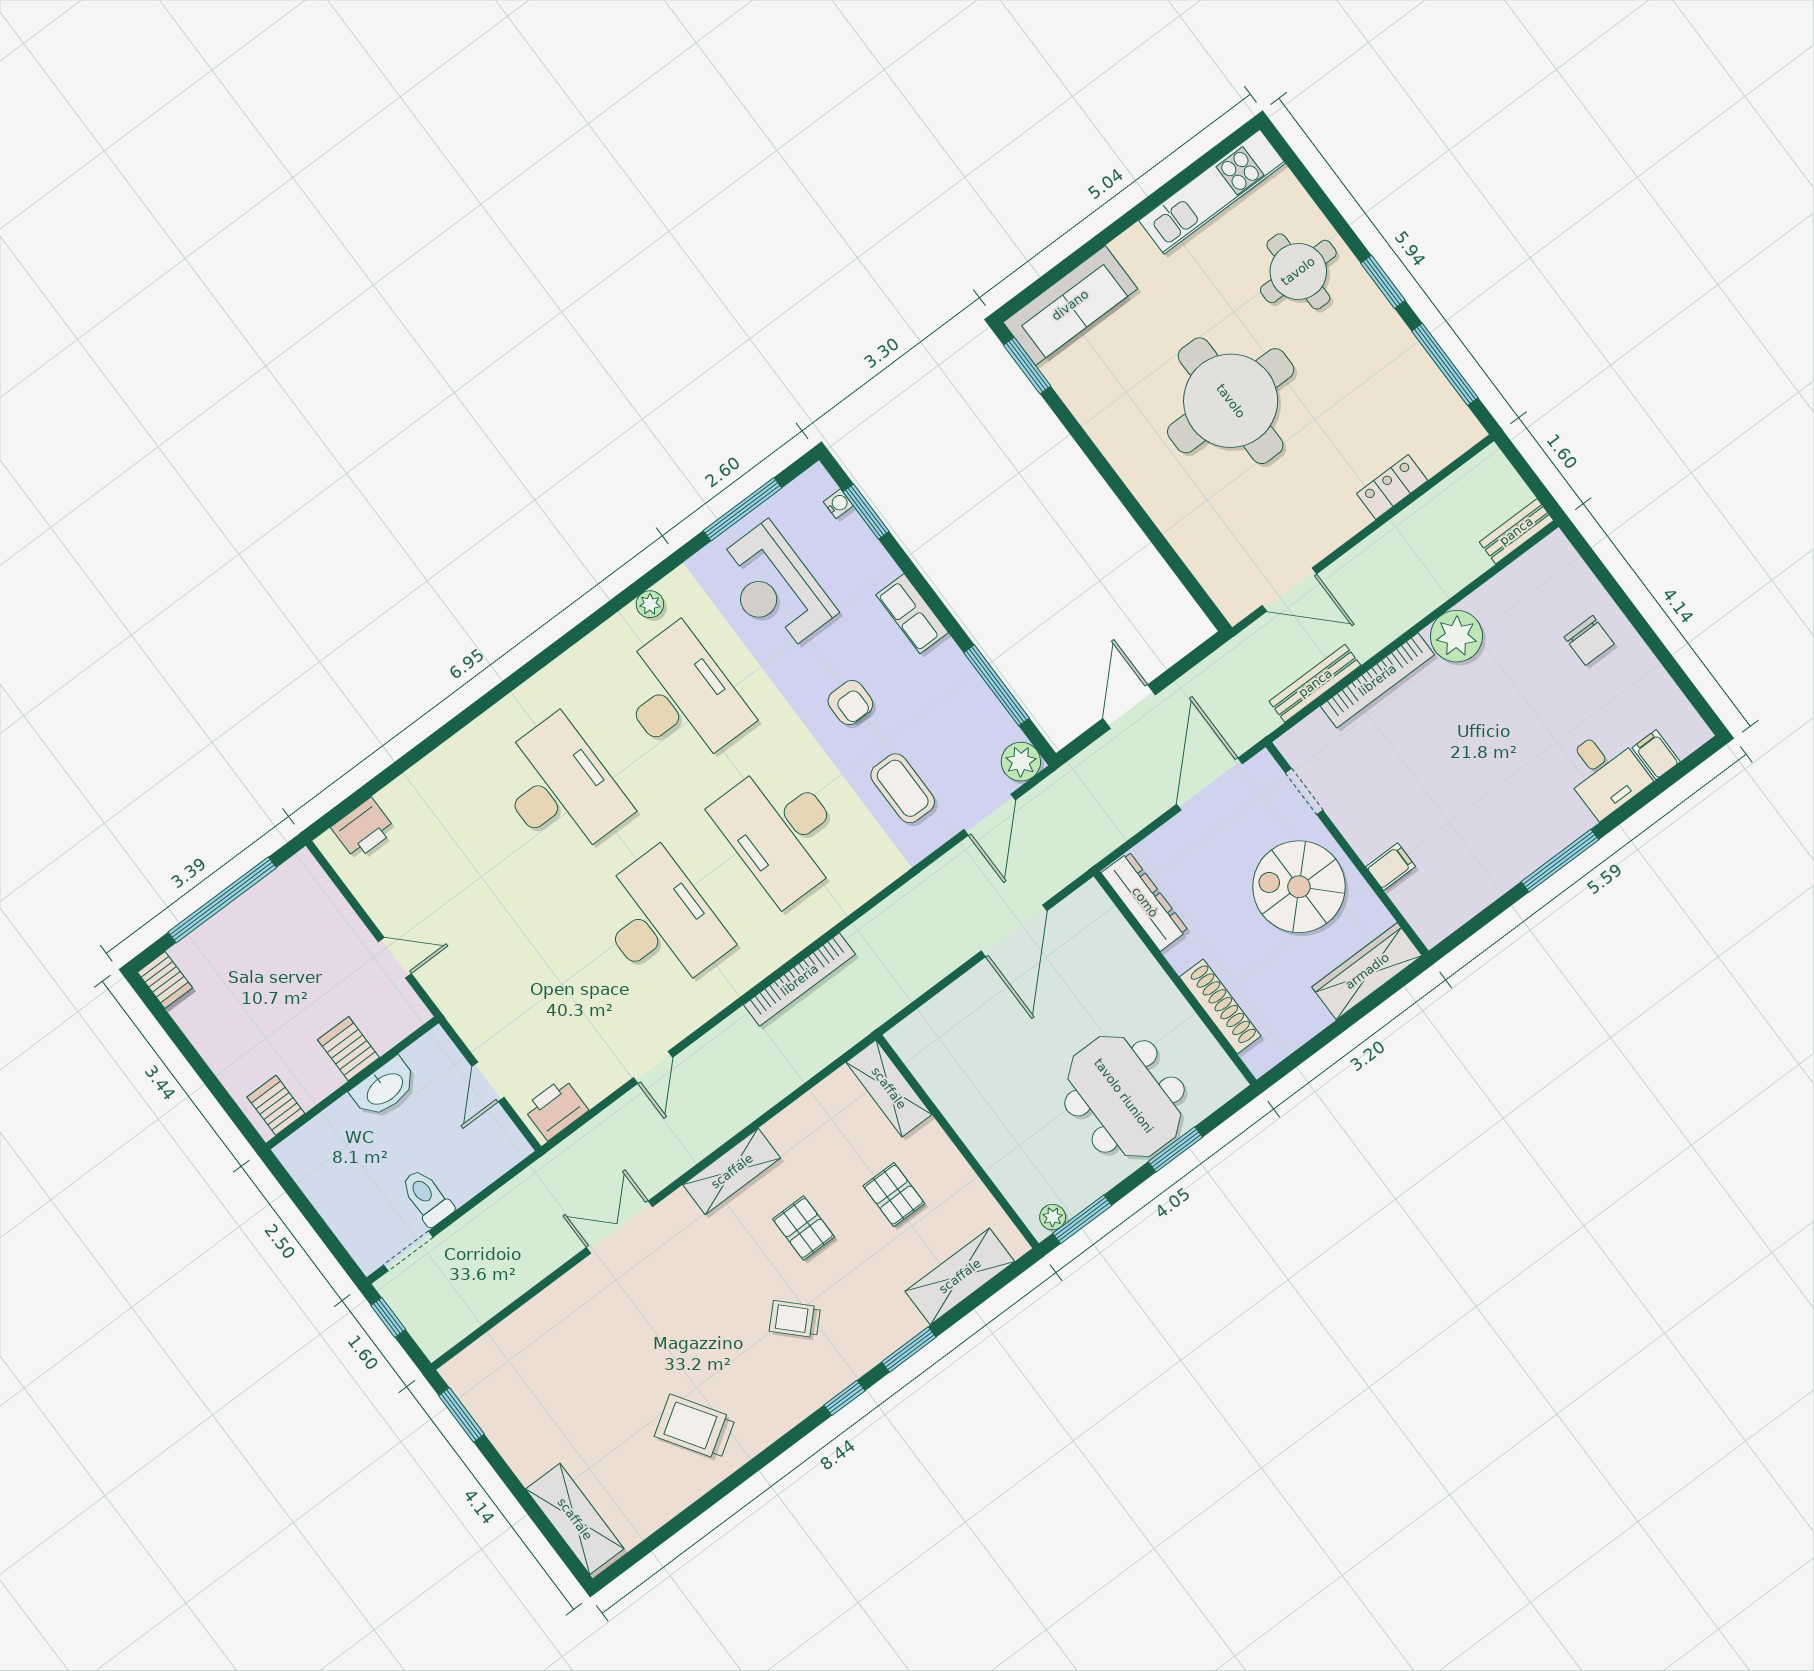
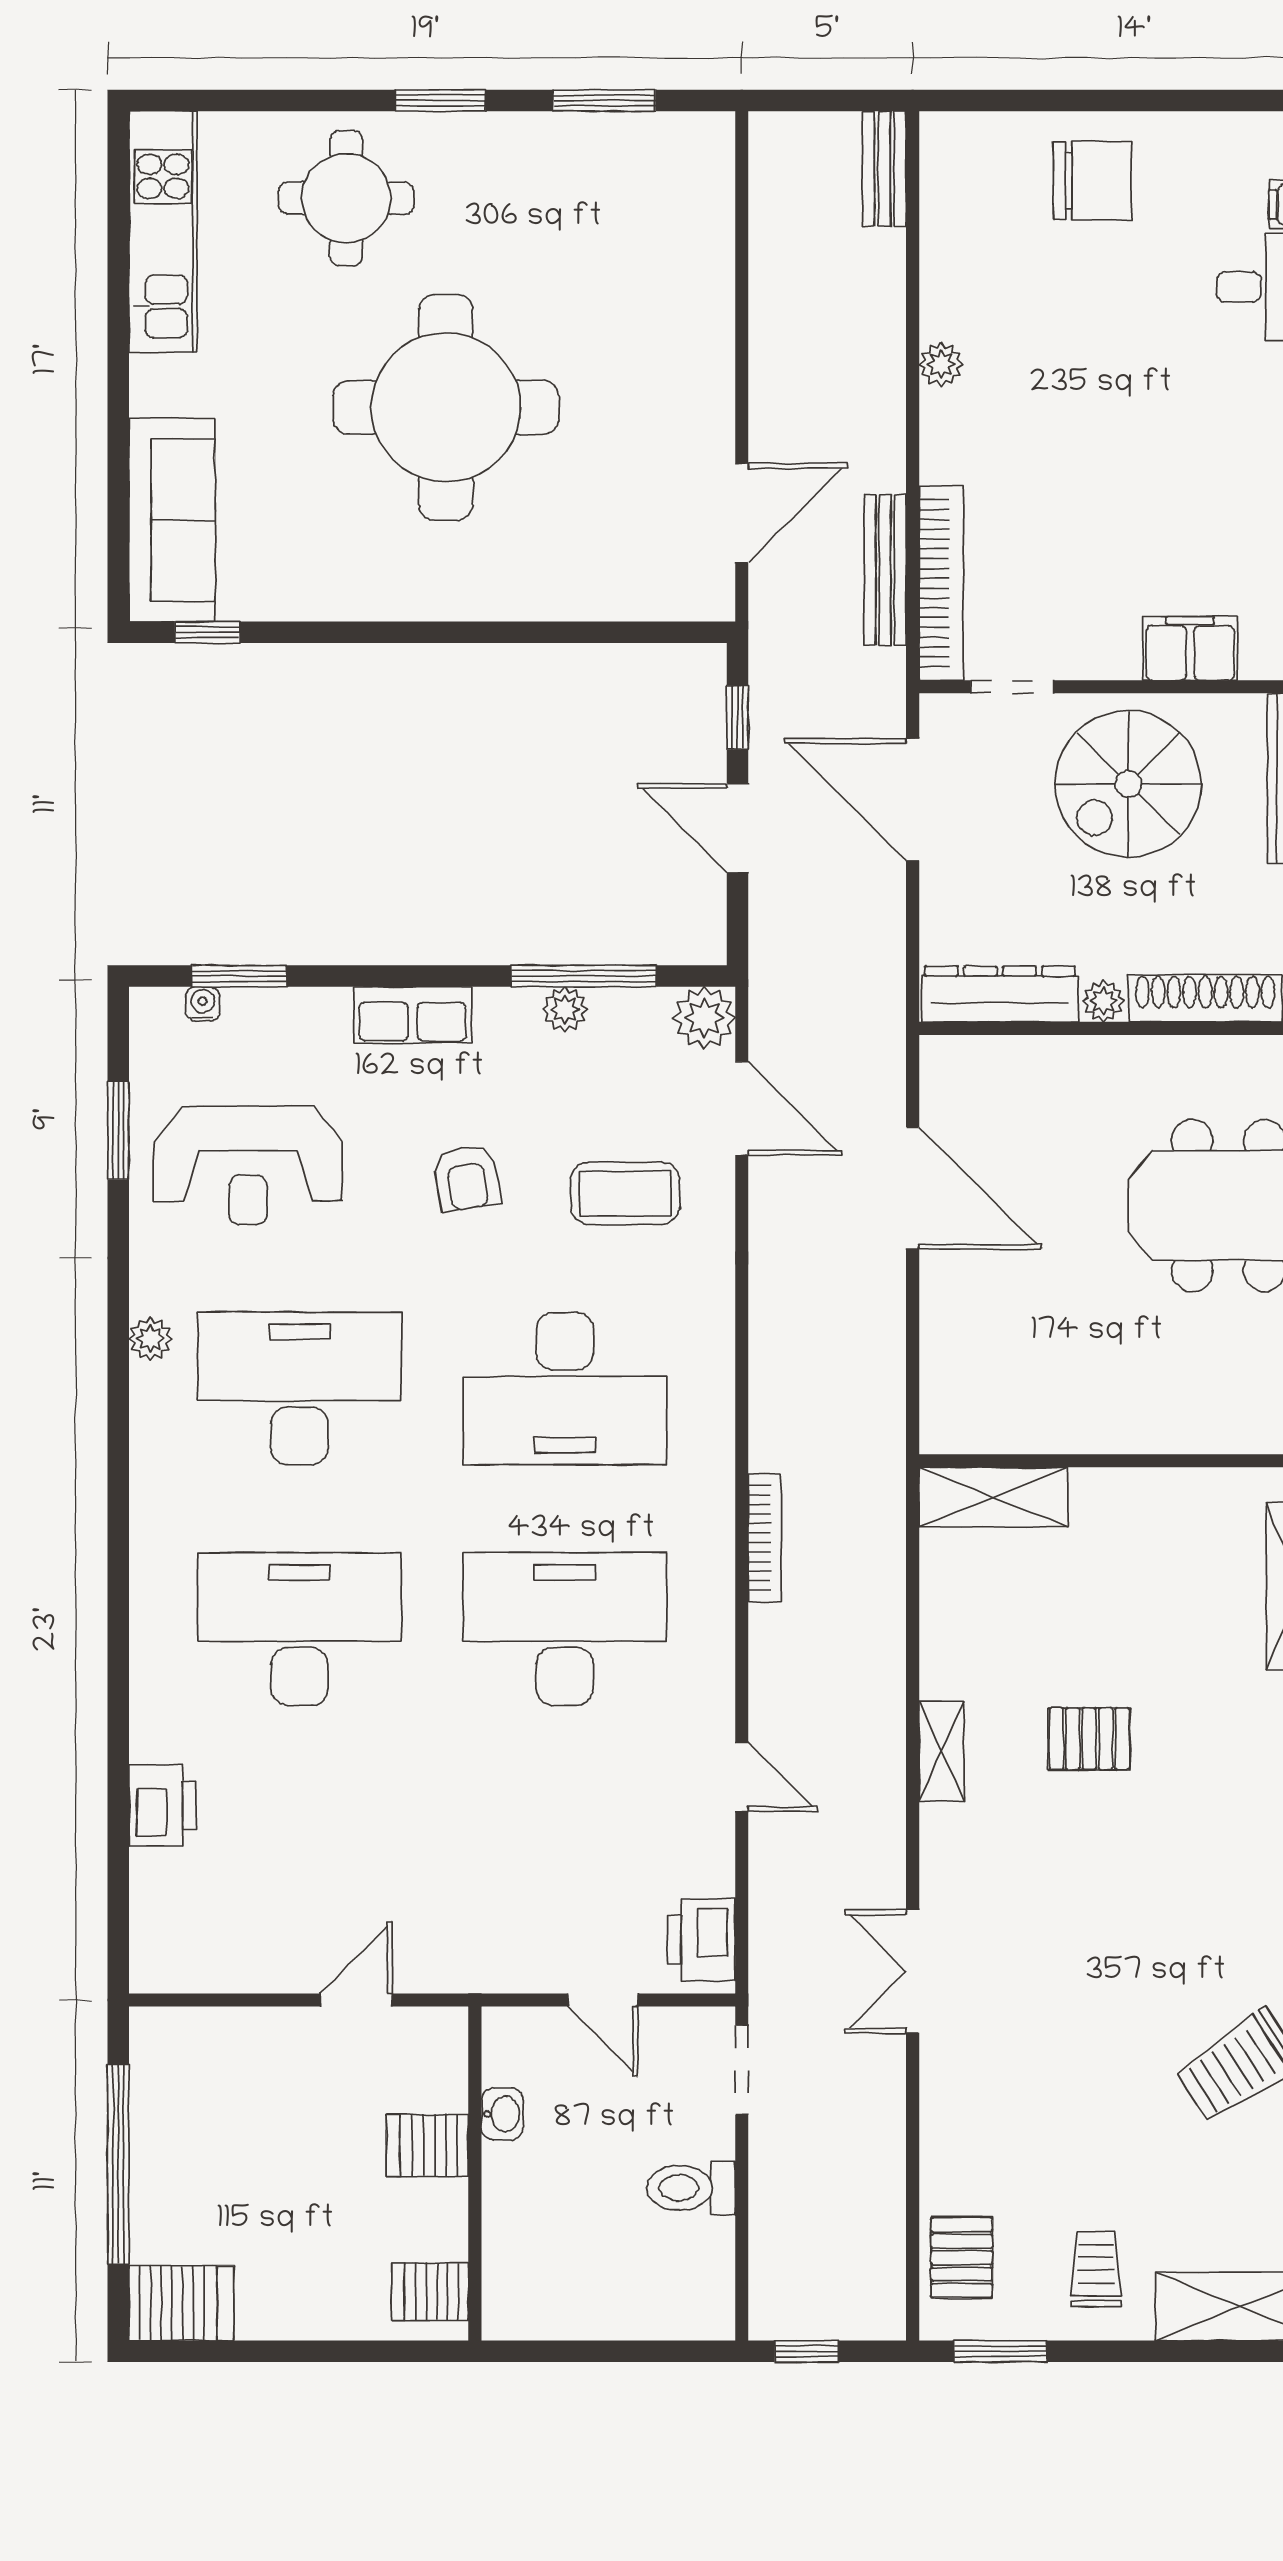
window: (1445, 364) -> (604, 101), width x0.69
window: (1027, 366) -> (207, 632), width x0.67
locker: (1392, 487) -> (709, 285), removed
window: (743, 509) -> (118, 1131), width x0.69
plant: (1456, 636) -> (941, 364), width x0.53, depth x0.53
chair: (1589, 640) -> (1092, 181), width x1.37, depth x1.37
window: (1185, 665) -> (738, 717), added
bookcase: (1377, 680) -> (941, 583), moved
plant: (972, 688) -> (565, 1009), added
armchair: (850, 703) -> (467, 1178), turned 81
printer: (363, 829) -> (162, 1805), moved
filing cabinet: (1391, 867) -> (1190, 649), width x2.00
plant: (1180, 956) -> (1103, 1001), added
server rack: (165, 980) -> (181, 2303), width x1.36, depth x1.44
bookcase: (799, 980) -> (765, 1538), width x0.68, depth x0.76
washbasin: (384, 1088) -> (502, 2114), width x0.52, depth x0.69
shelving: (732, 1171) -> (941, 1751), width x0.67, depth x0.75
pallet: (894, 1195) -> (962, 2258), moved, turned 90
doorway: (408, 1251) -> (742, 2070), moved
trolley: (795, 1319) -> (1096, 2269), moved, turned 135

